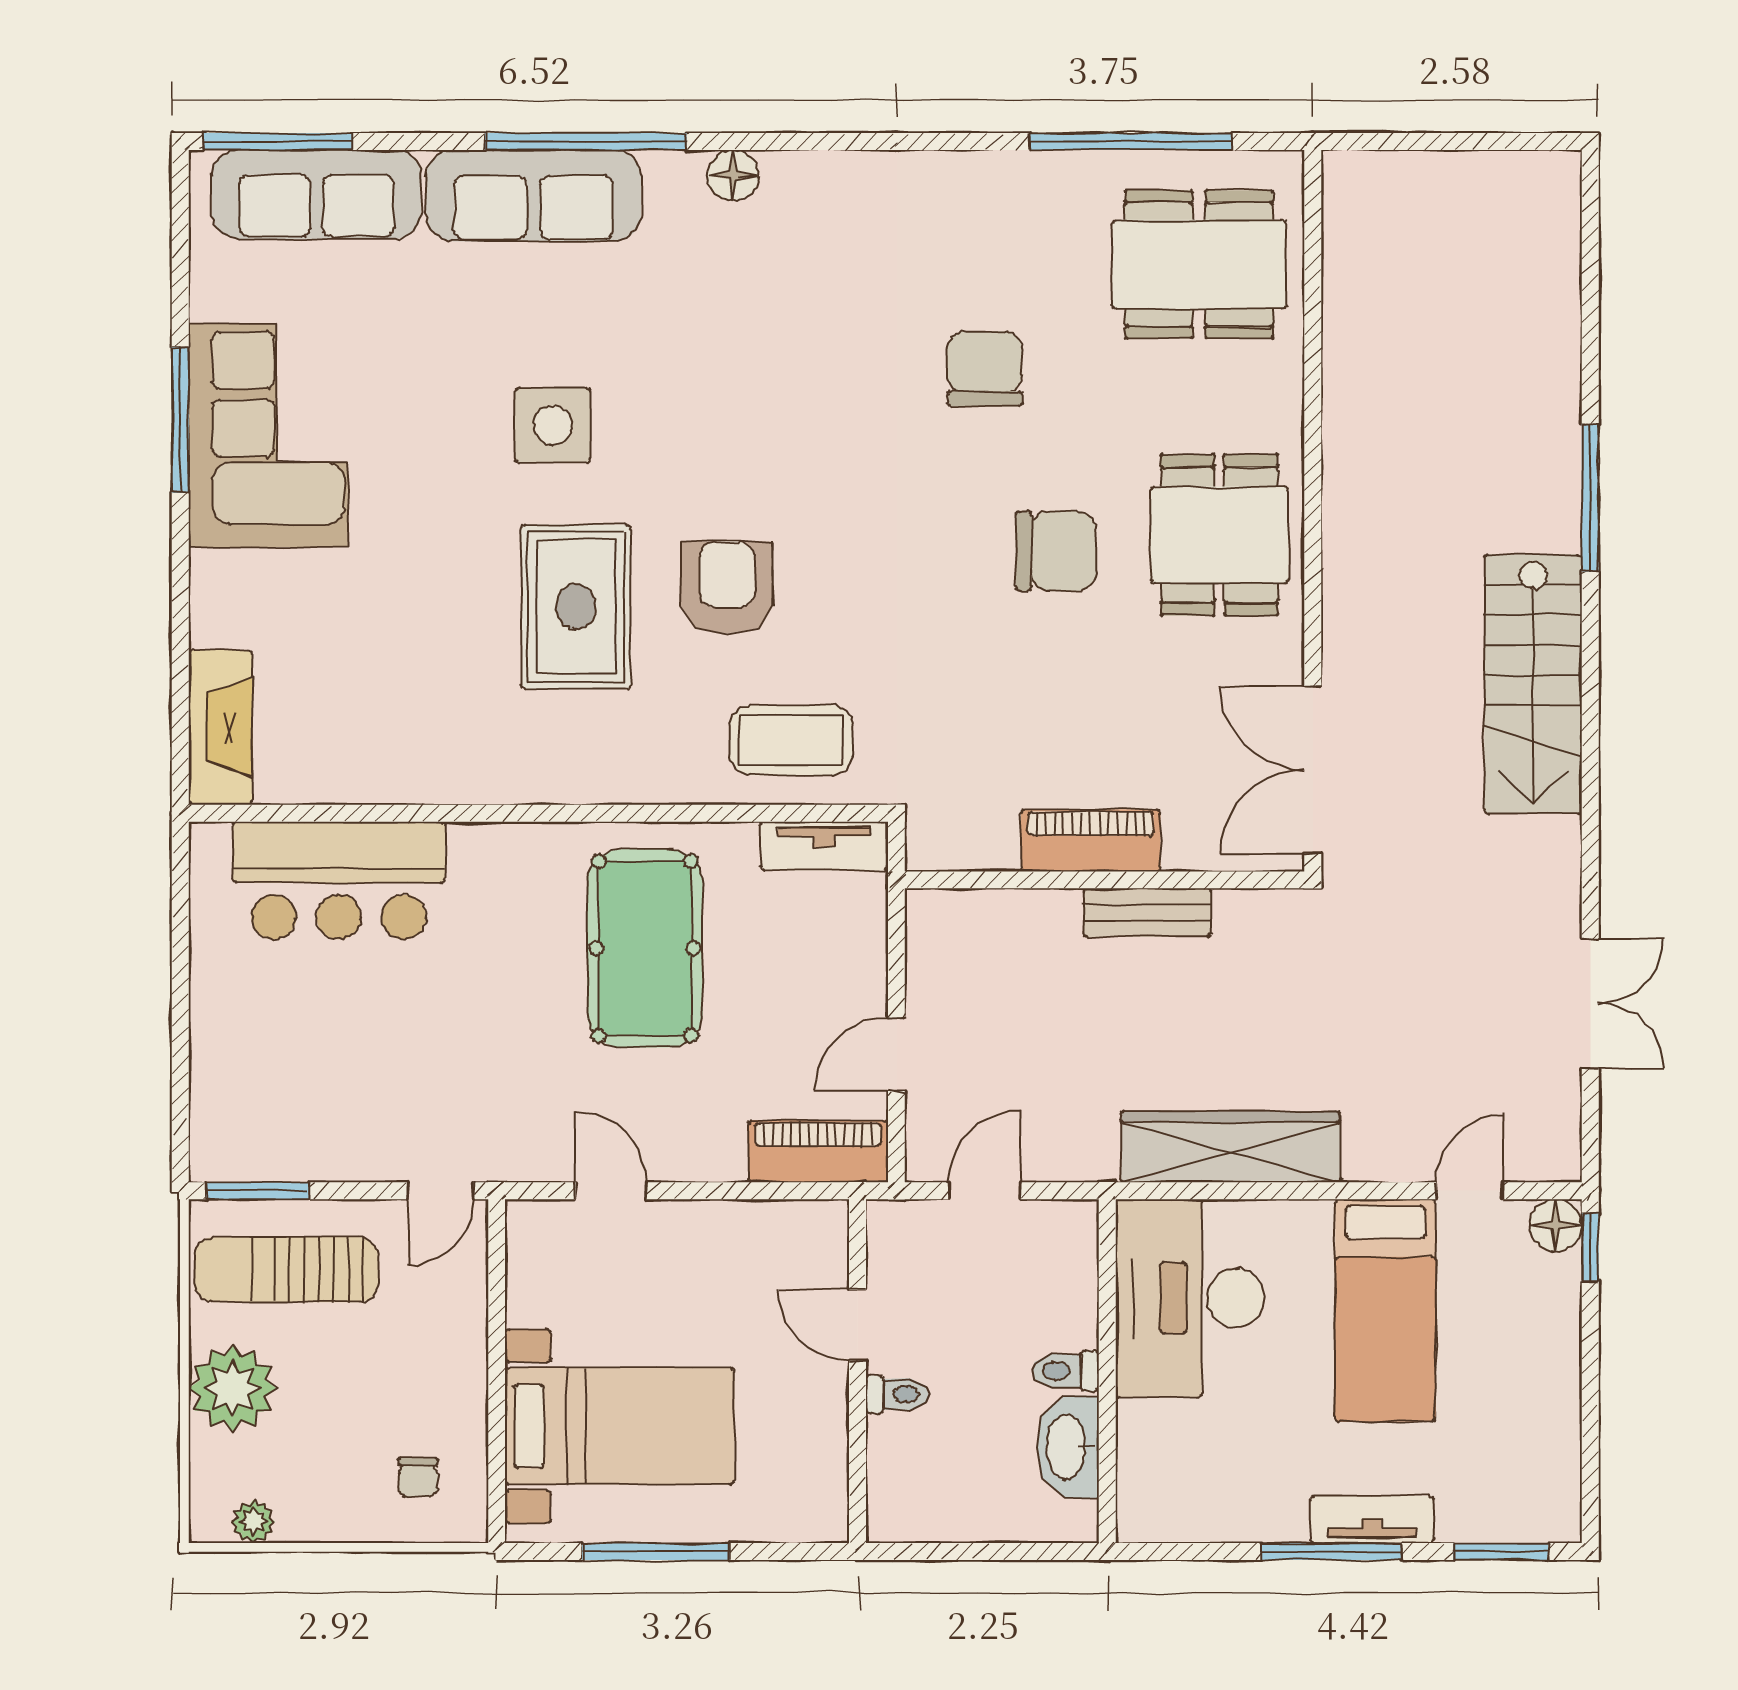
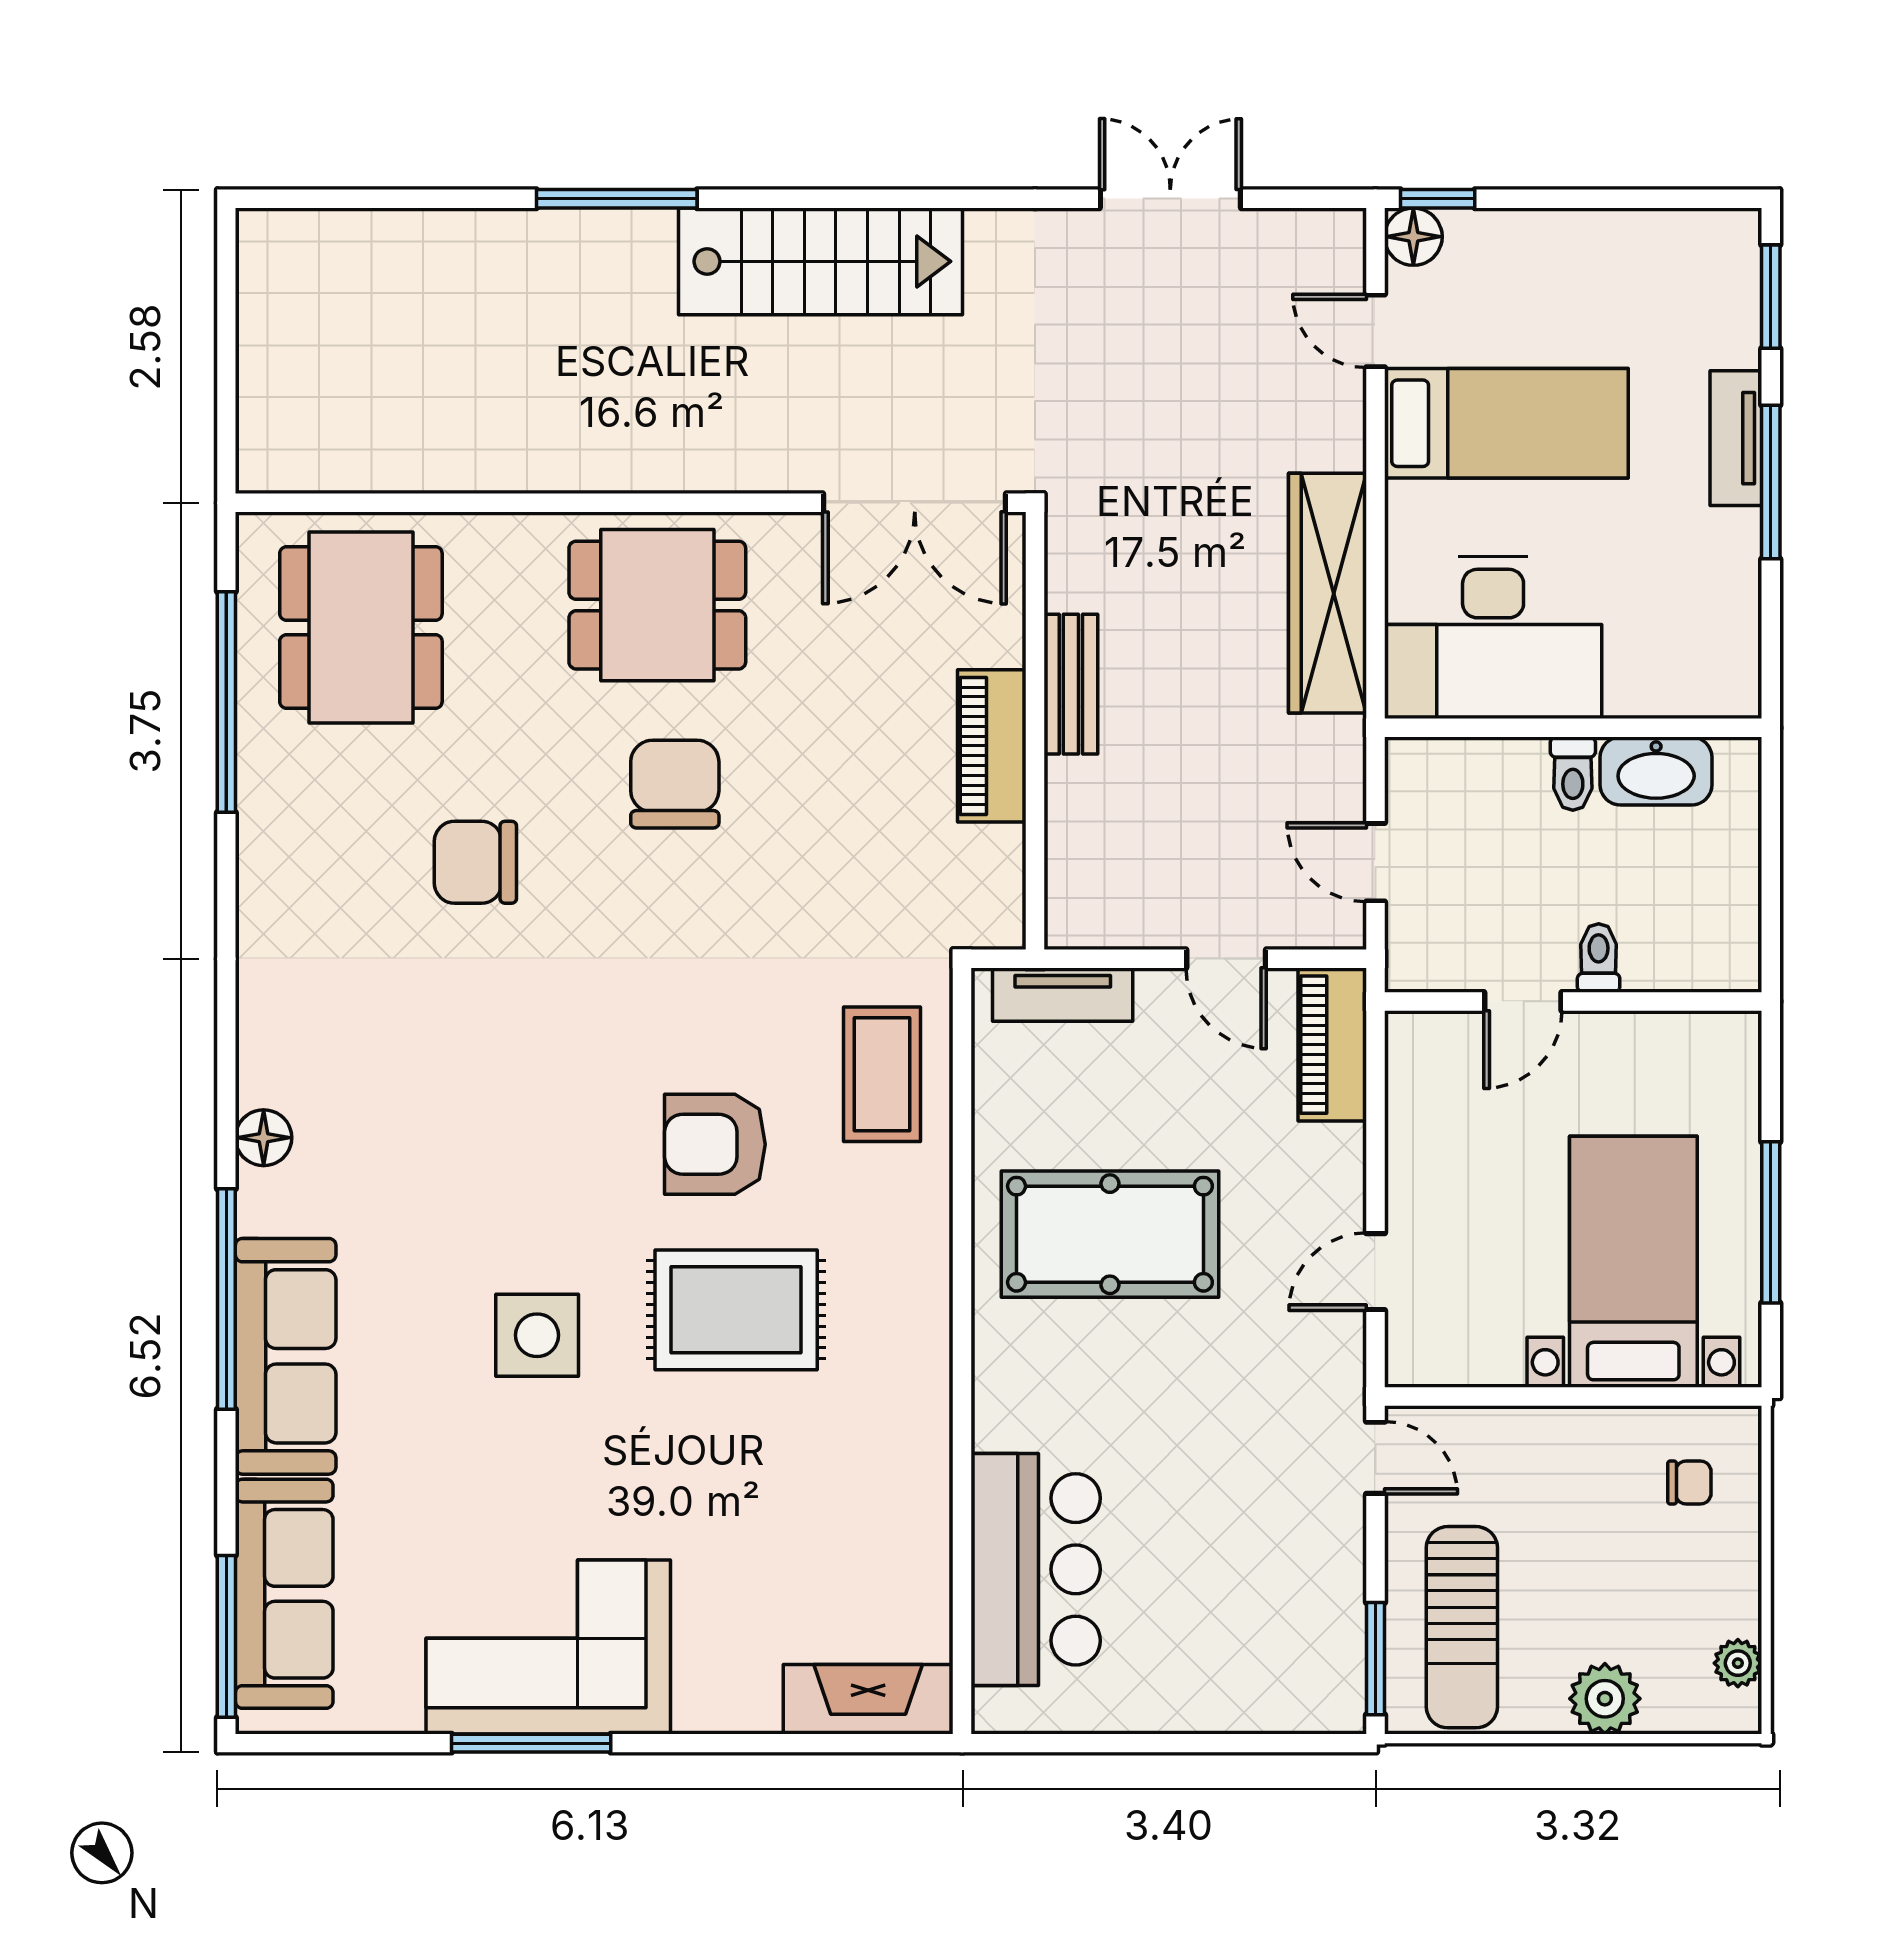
tv unit: (824, 846) -> (1063, 995), moved, turned 90
plant: (233, 1388) -> (1605, 1699), width x0.73, depth x0.73

